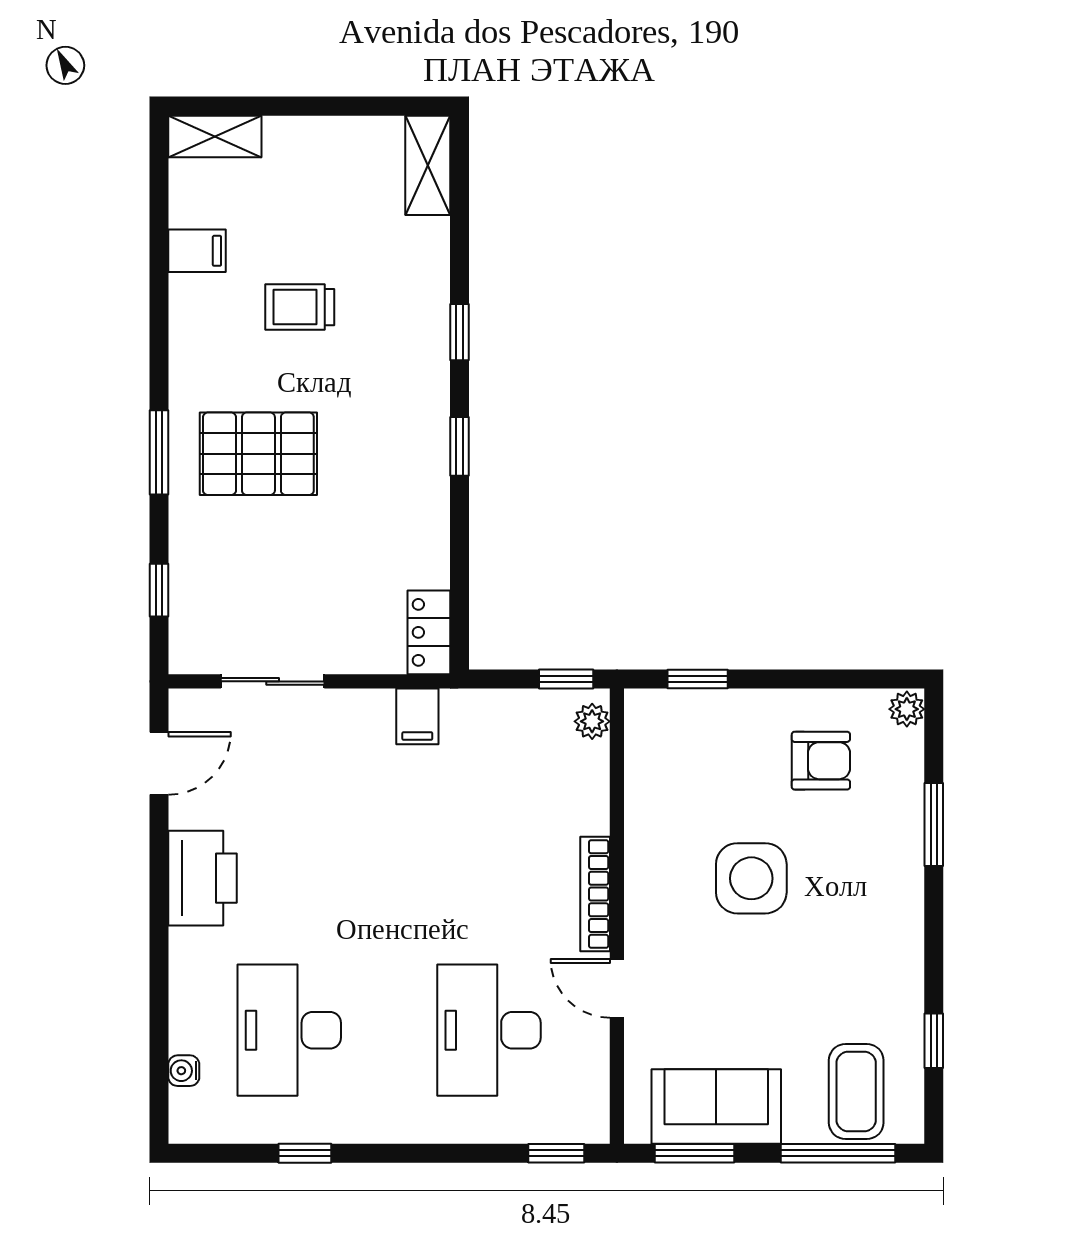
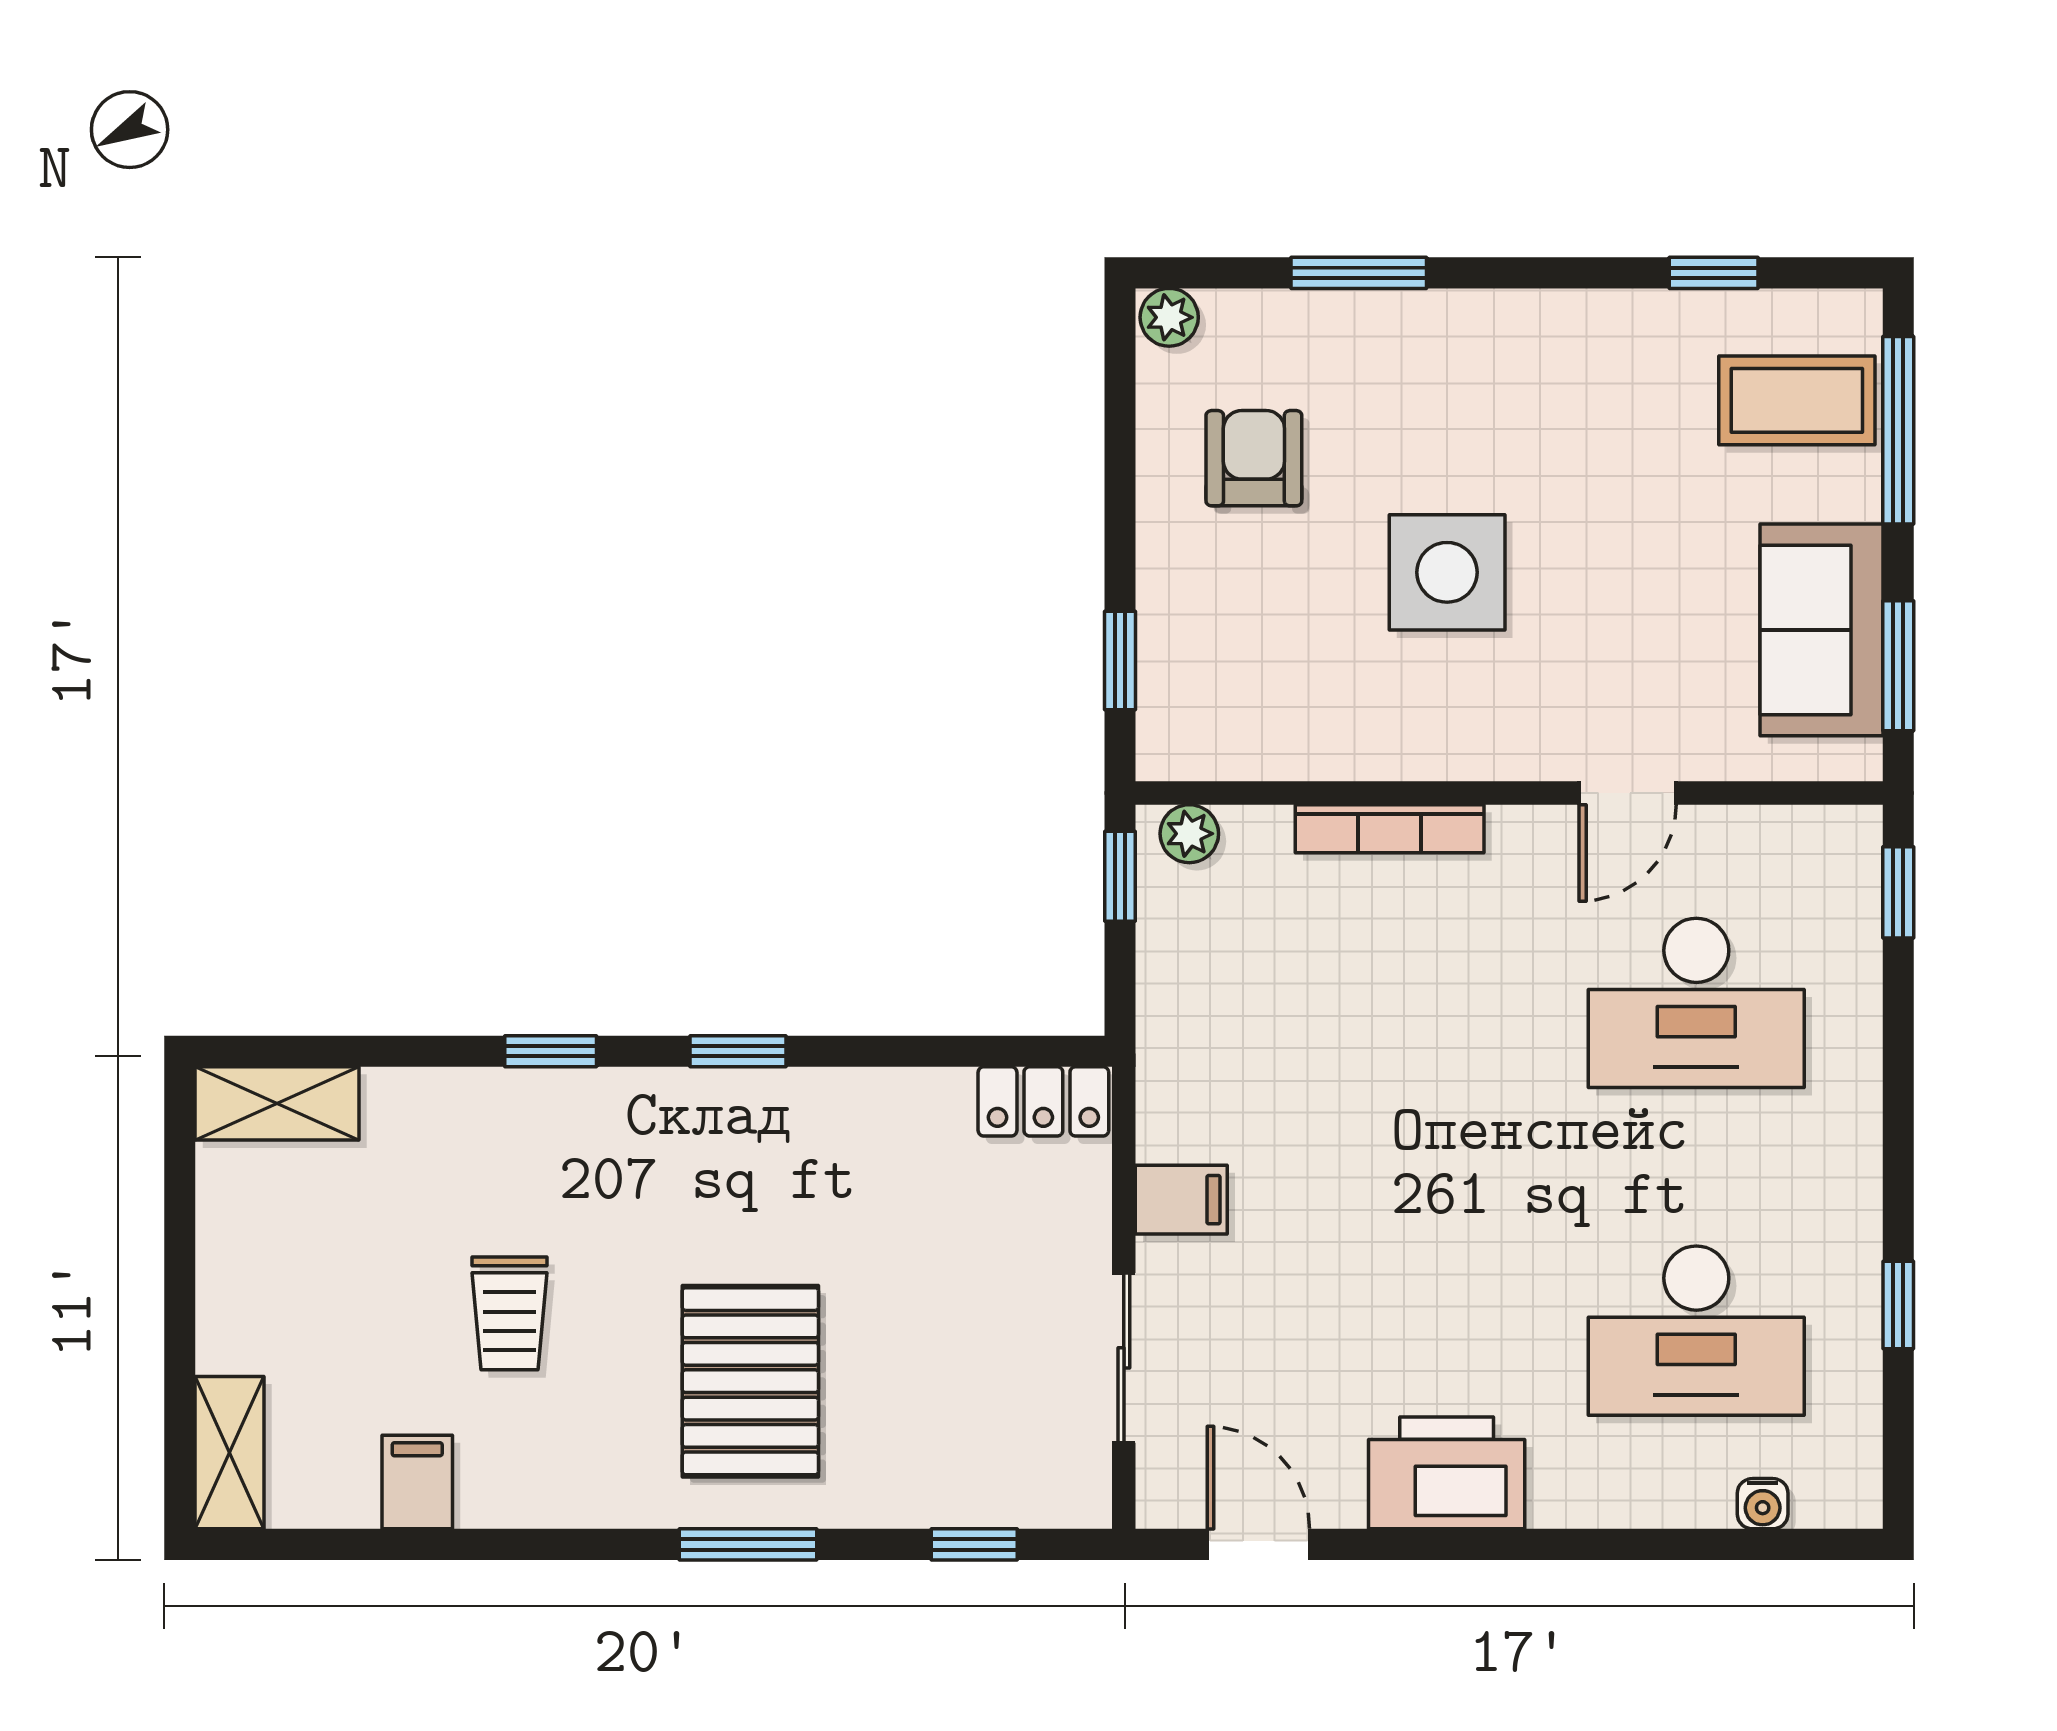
filing cabinet: (417, 716) -> (1181, 1200), moved
bookcase: (595, 894) -> (1390, 829), moved

